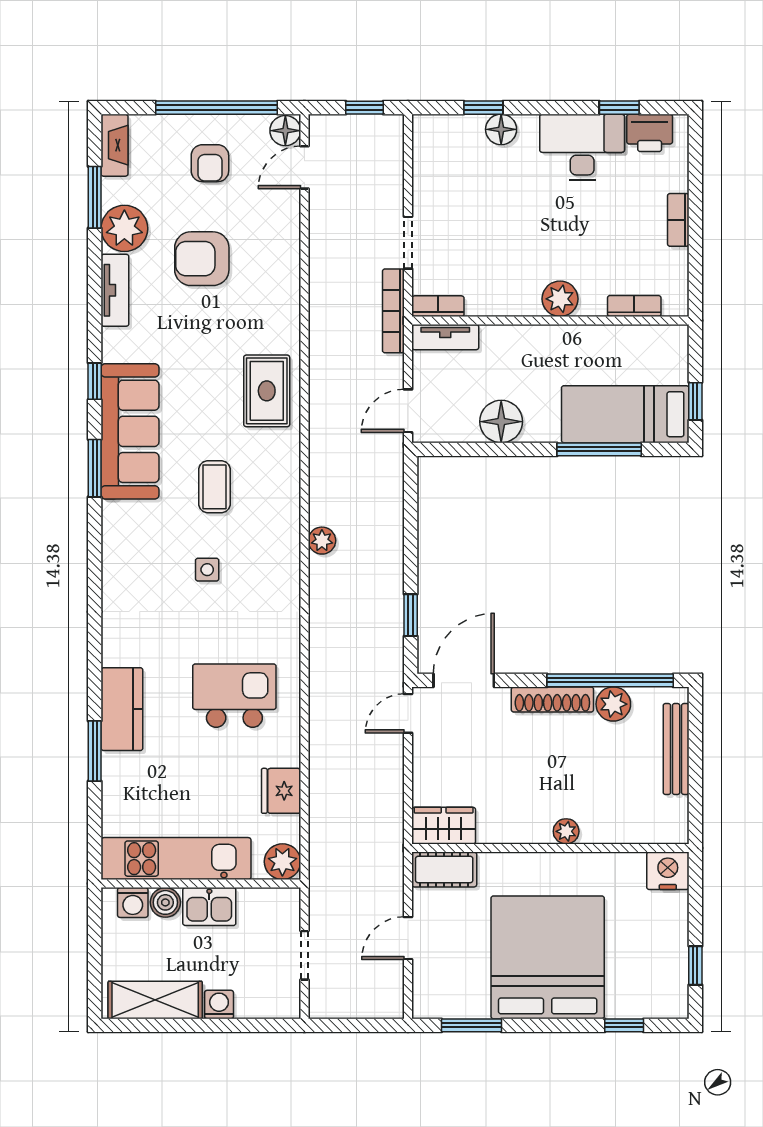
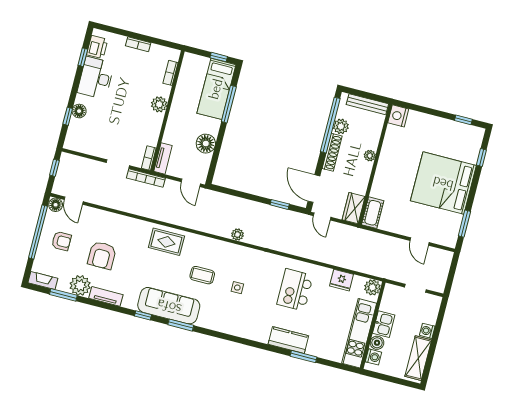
wardrobe: (444, 826) -> (354, 208), moved
plant: (566, 831) -> (370, 156), moved
wall: (550, 848) -> (375, 164), moved
cot: (444, 869) -> (373, 213), moved
nightstand: (668, 871) -> (398, 116), moved

